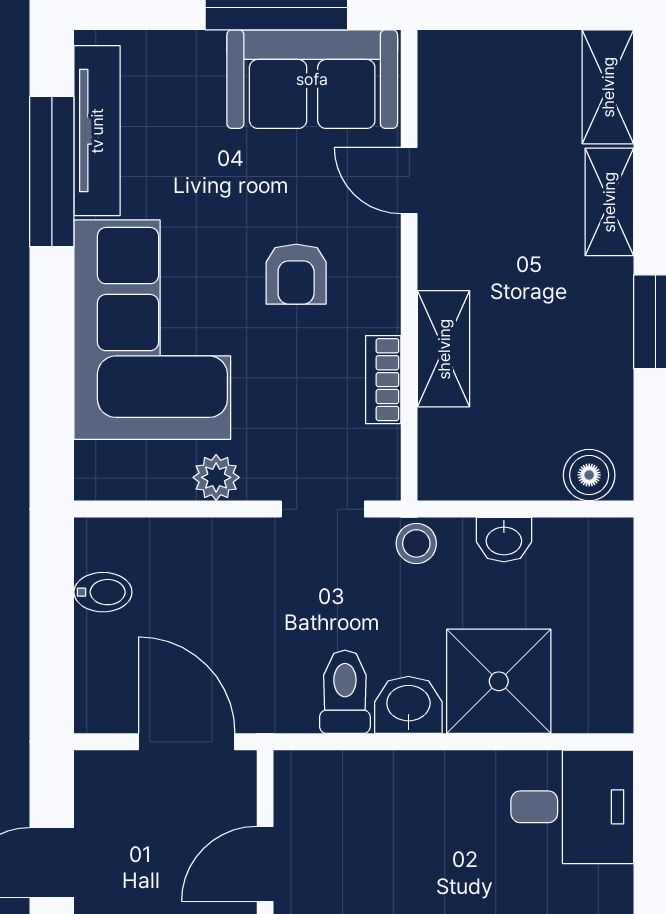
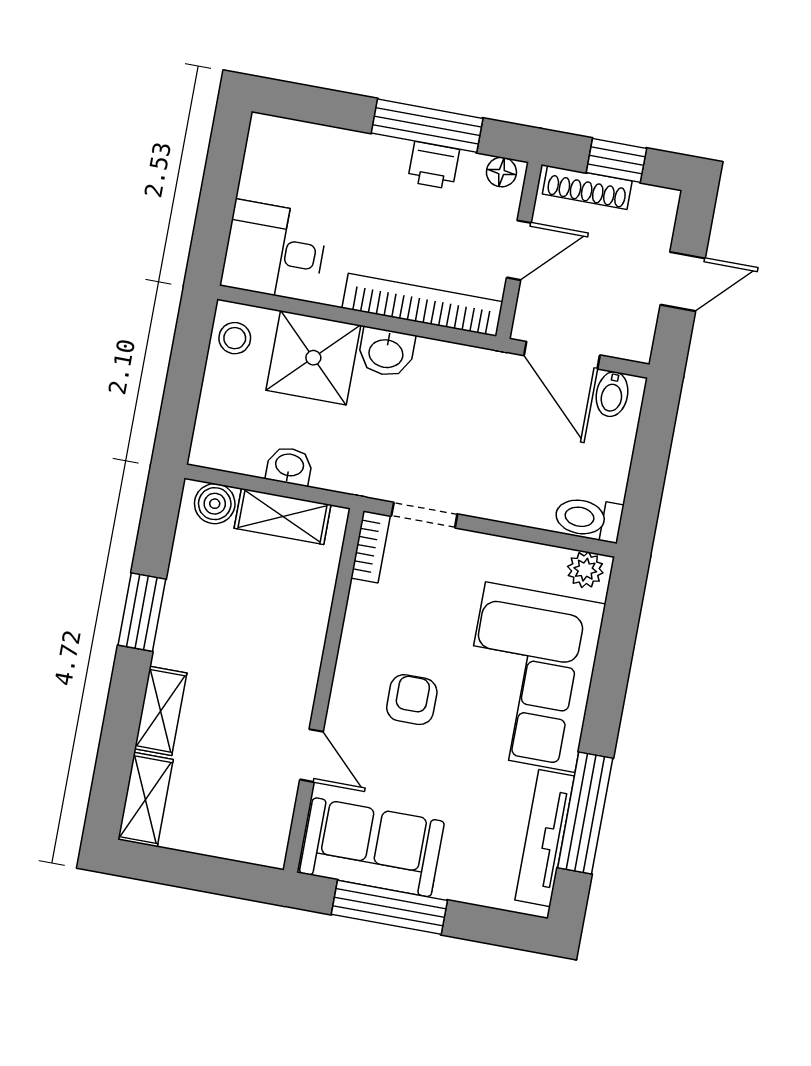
shelving: (444, 349) -> (283, 516), moved, turned 90
bookcase: (383, 380) -> (371, 547), moved
plant: (216, 477) -> (585, 570), moved
stool: (416, 543) -> (235, 338), moved
bidet: (103, 592) -> (612, 394), moved, turned -90
toilet: (345, 692) -> (589, 518), moved, turned 90
bookcase: (374, 773) -> (422, 305), added

